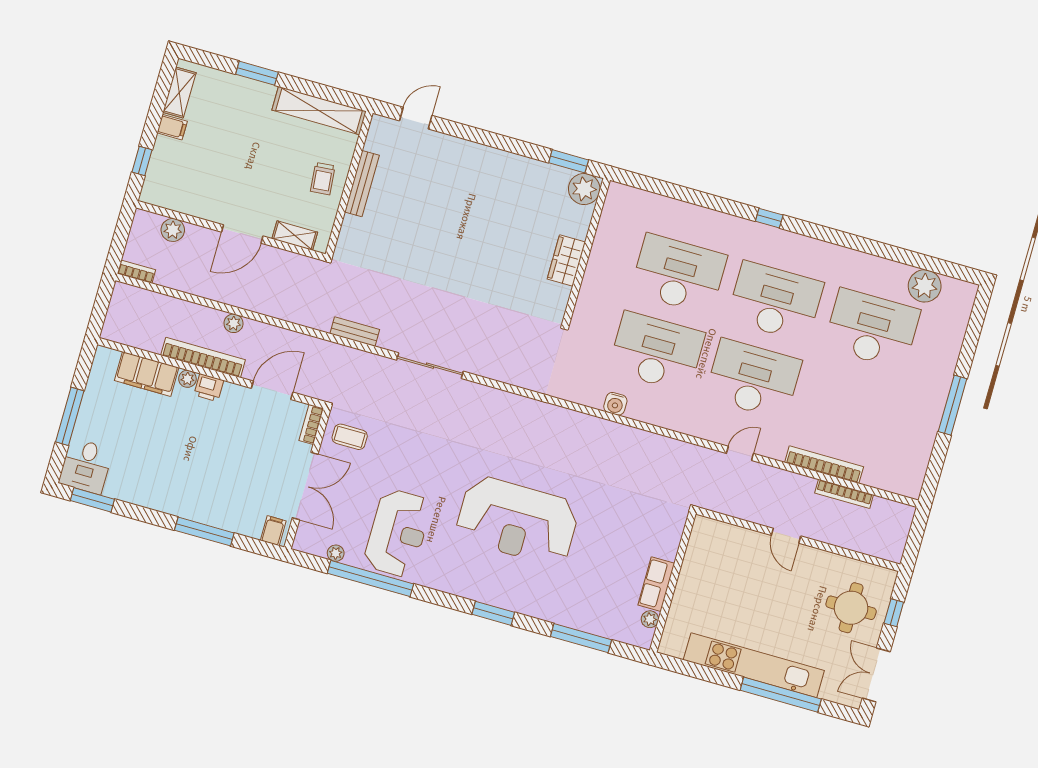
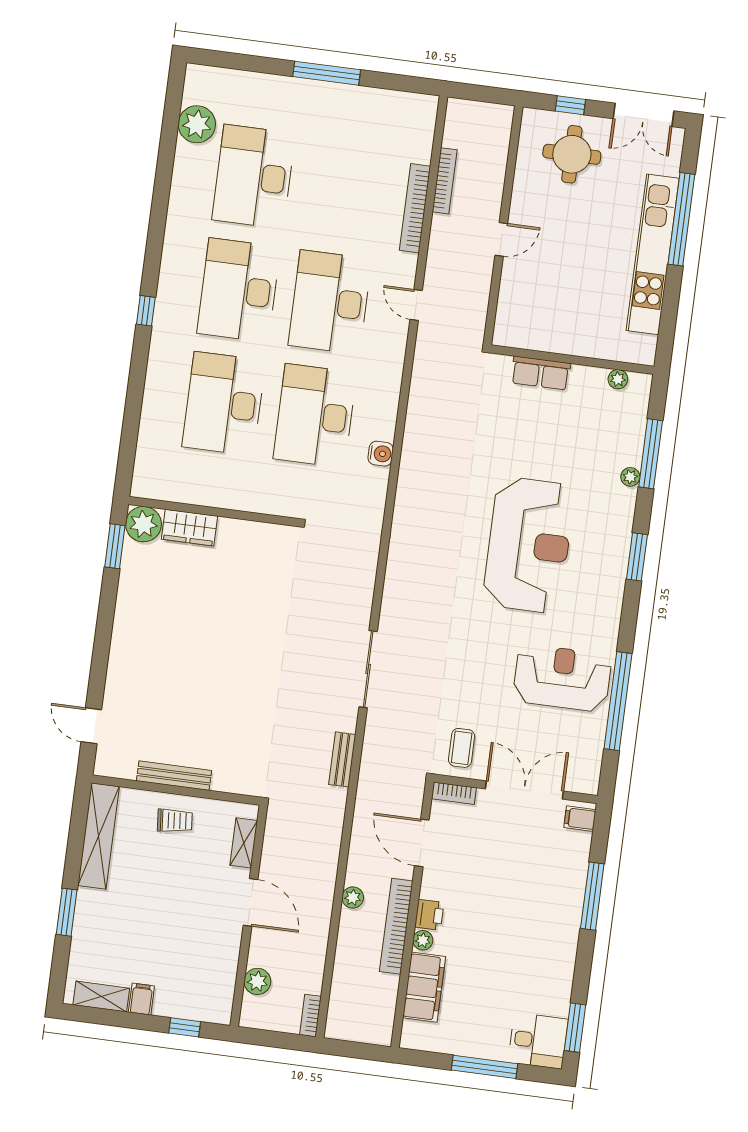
wardrobe: (566, 261) -> (190, 528), moved
plant: (336, 553) -> (630, 477), moved
row of seats: (656, 584) -> (541, 373), moved

